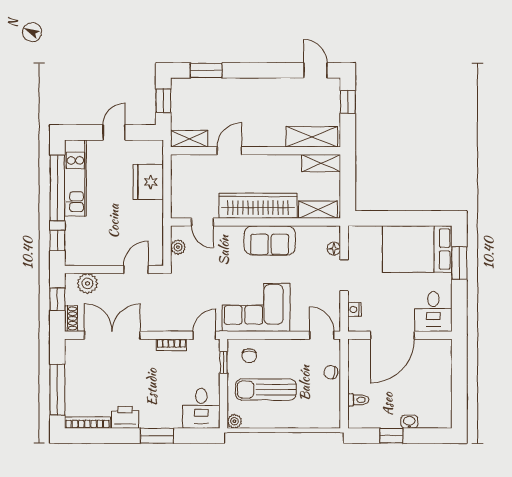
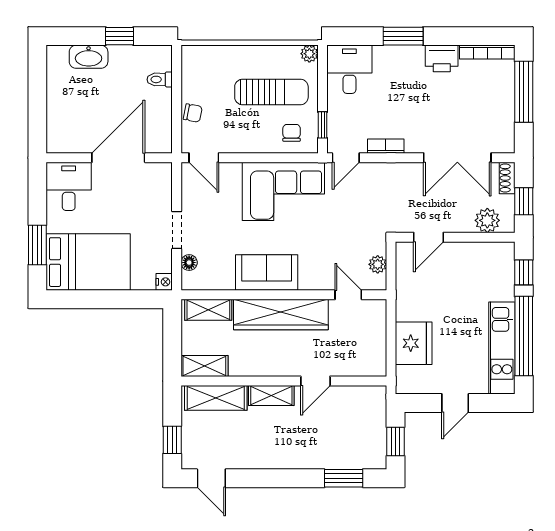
shelving: (189, 139) -> (271, 396), moved
nightstand: (354, 309) -> (164, 282), moved
washbasin: (409, 422) -> (89, 57), width x1.91, depth x1.45

